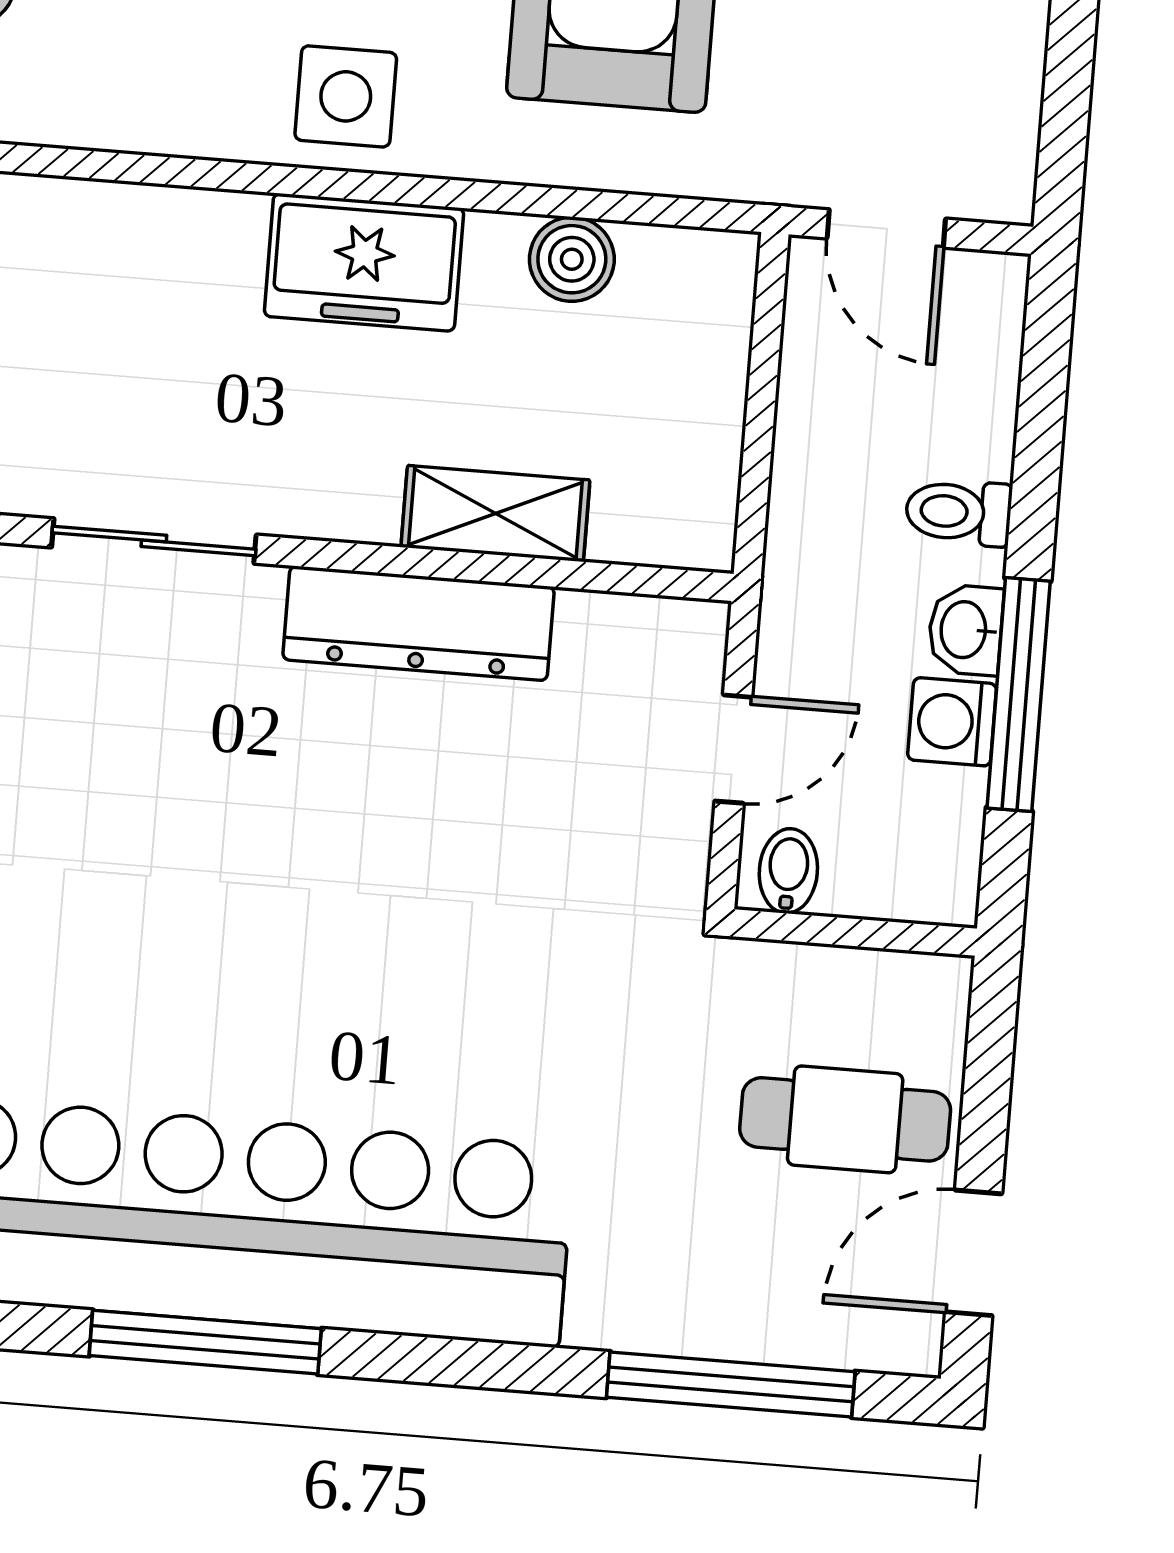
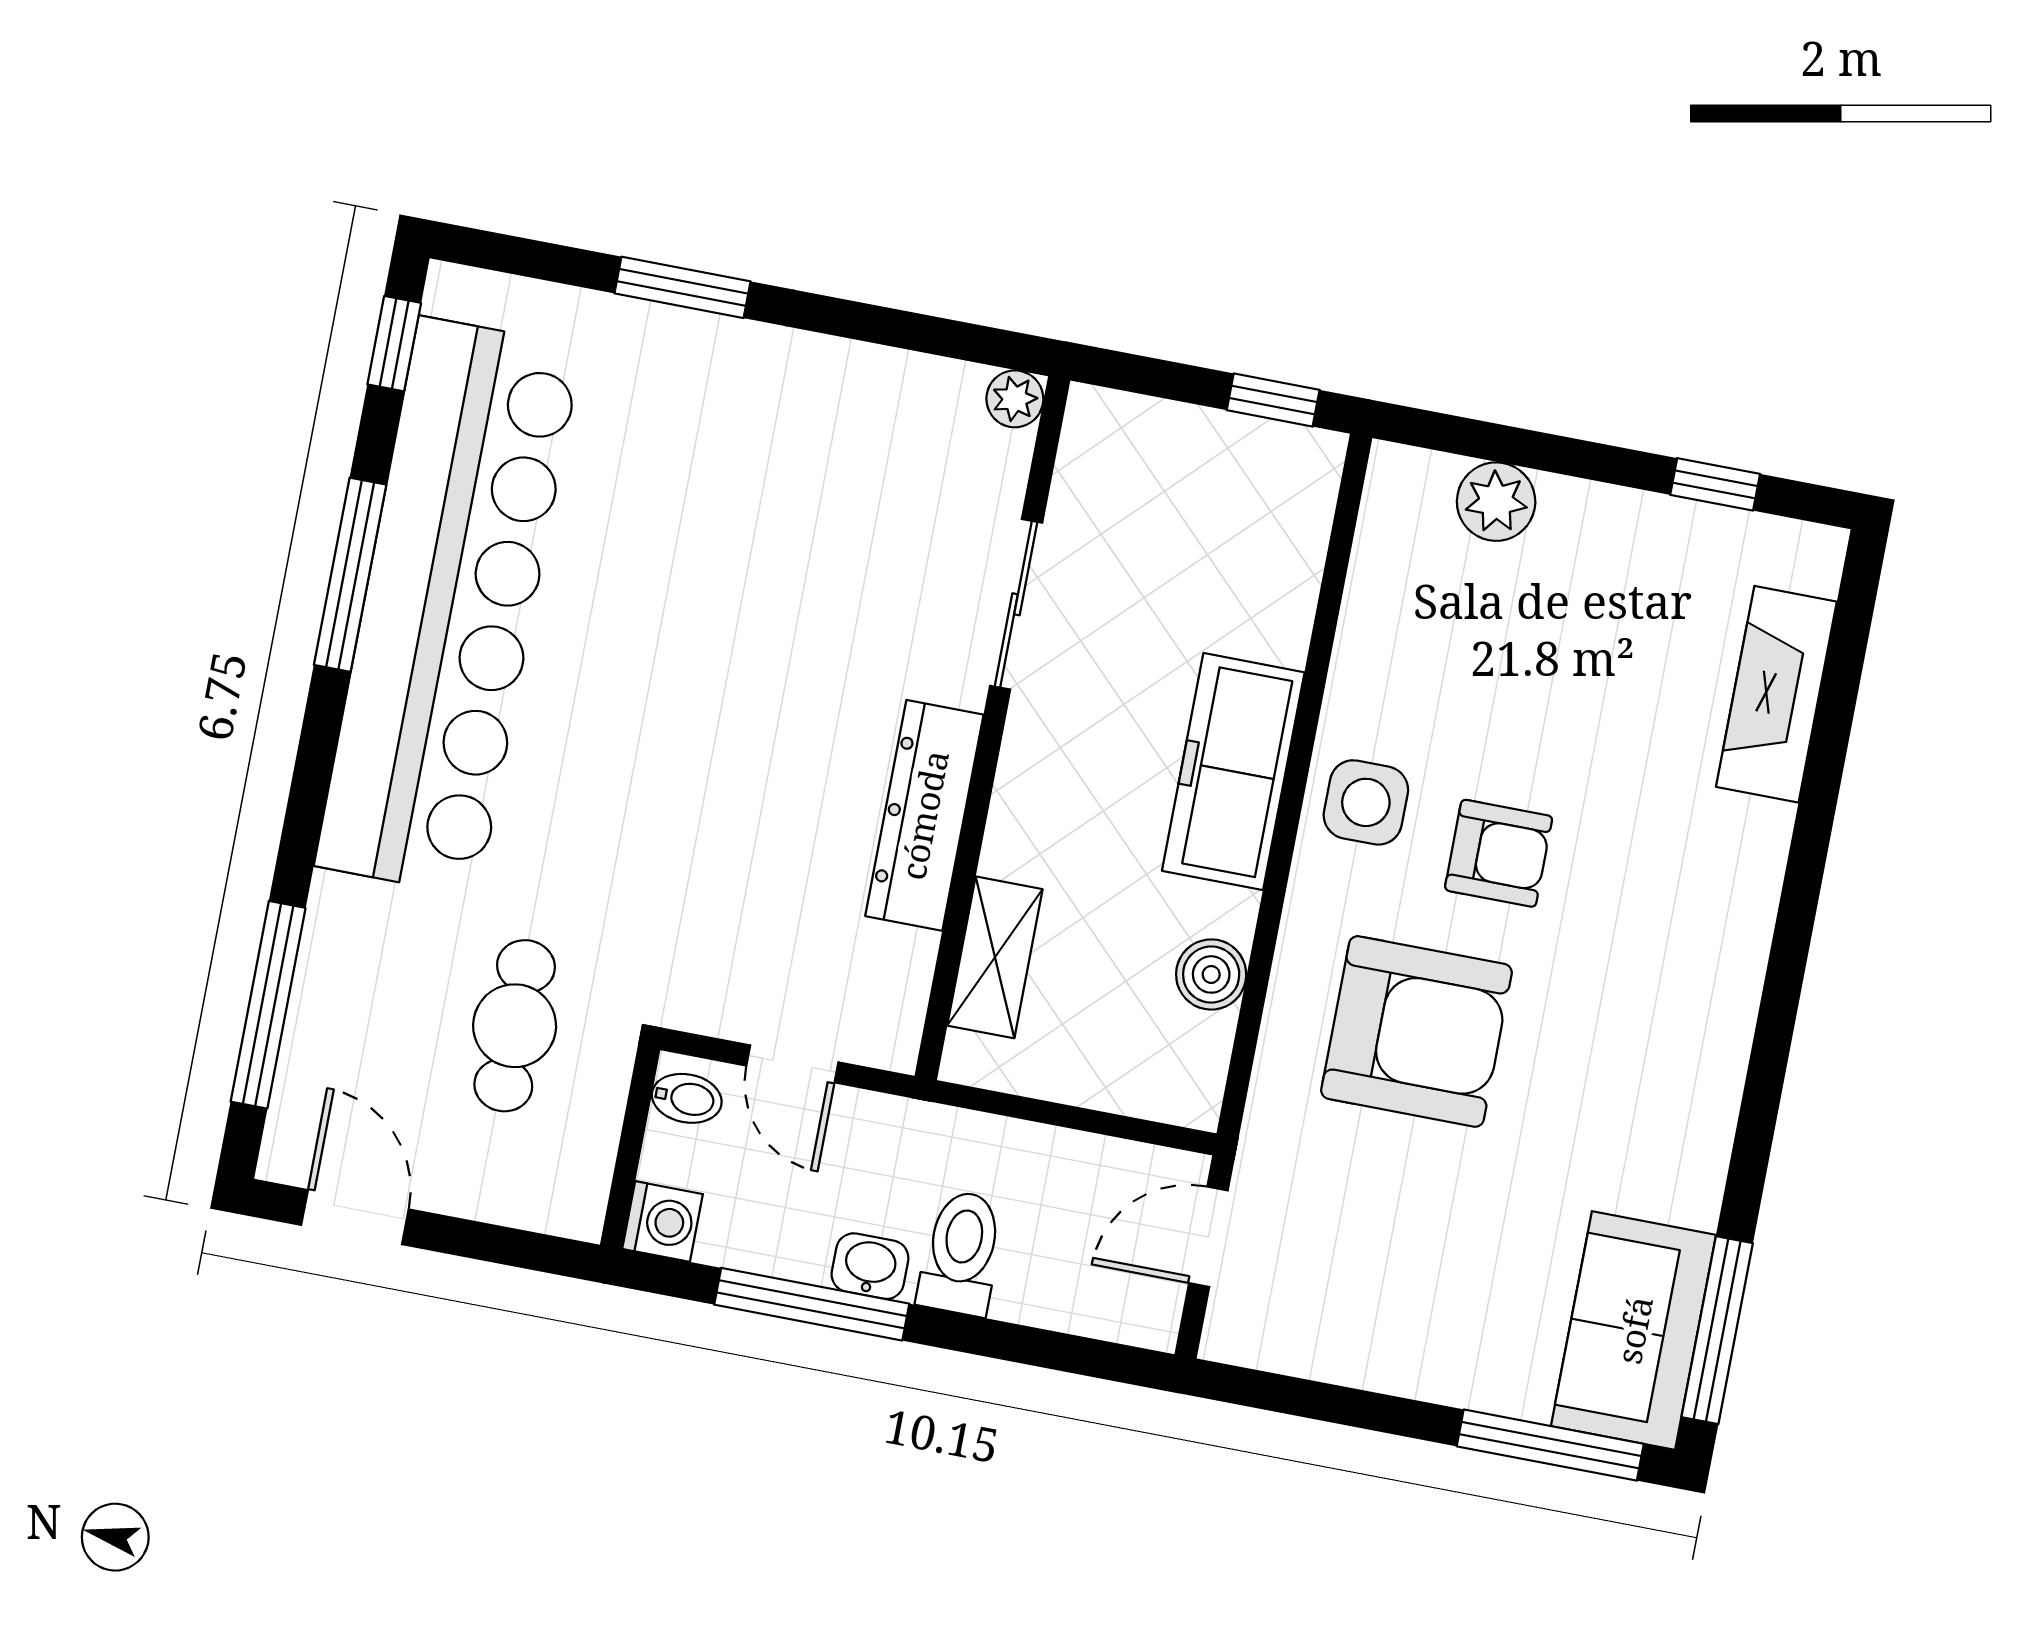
freezer: (364, 262) -> (1233, 772), width x1.40
toilet: (959, 512) -> (961, 1253), width x1.37, depth x1.39
shelving: (495, 514) -> (995, 957), moved
washing machine: (952, 722) -> (663, 1222), moved, turned 90
cafe table: (845, 1119) -> (515, 1026), moved

